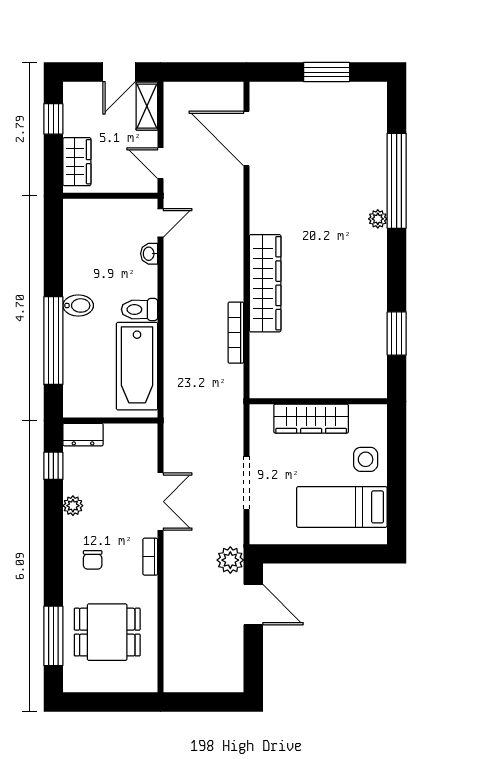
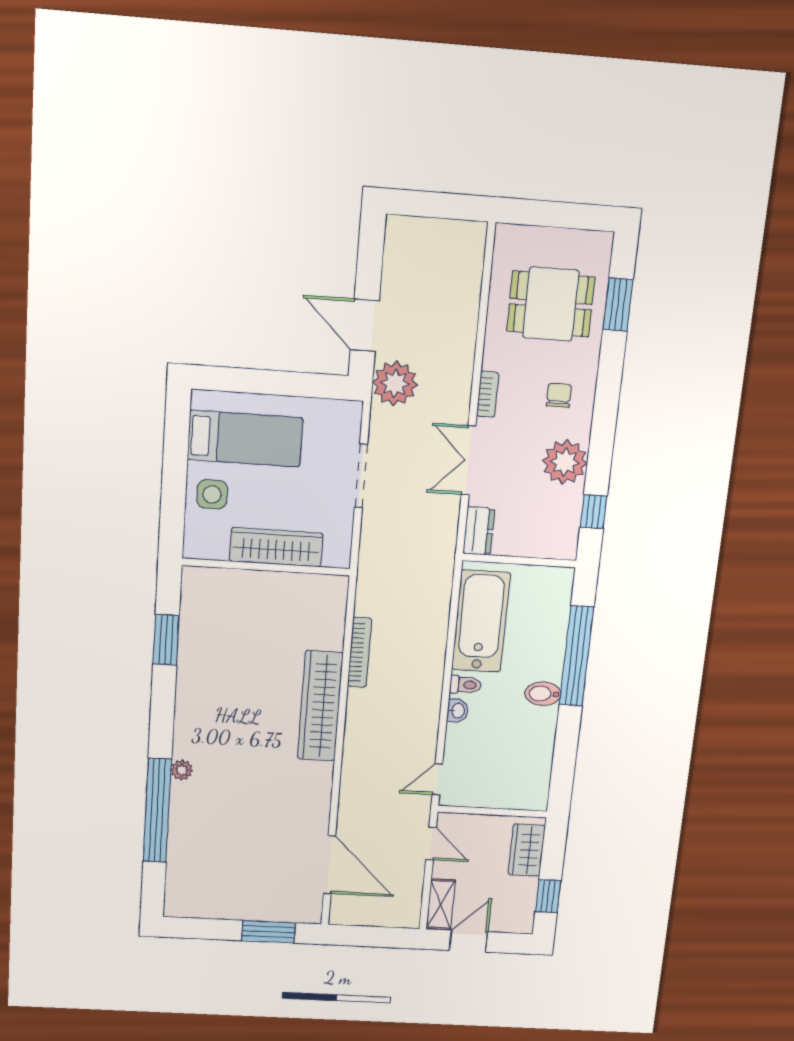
window: (327, 72) -> (268, 932), moved
washbasin: (149, 254) -> (457, 711), moved
toilet: (139, 309) -> (465, 685), width x0.73, depth x0.72
dresser: (83, 435) -> (479, 531), moved, turned 90
plant: (73, 506) -> (565, 462), width x1.88, depth x1.88
plant: (230, 560) -> (395, 383), width x1.36, depth x1.36
window: (53, 636) -> (618, 304), width x0.69

